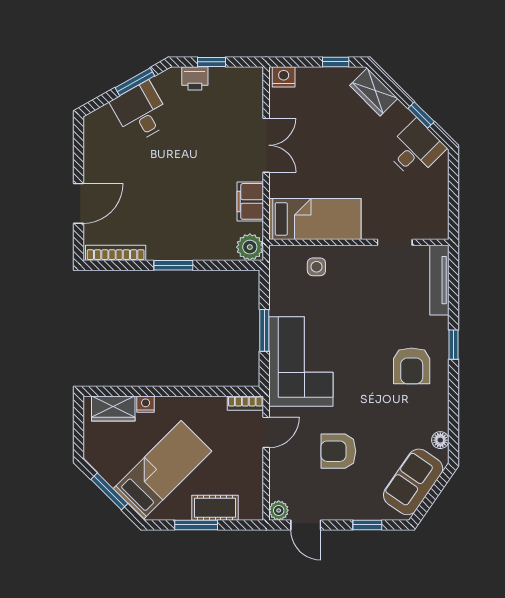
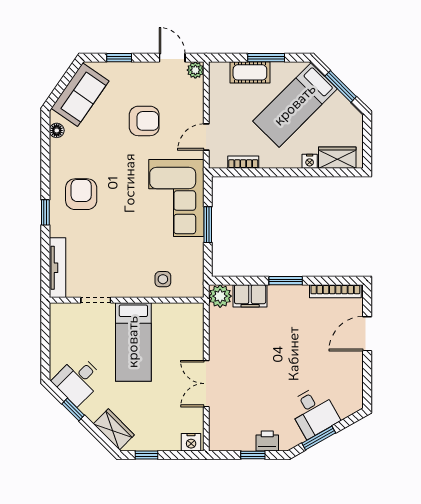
filing cabinet: (250, 201) -> (250, 296), moved, turned 90
bed: (315, 219) -> (133, 342), moved, turned -90
bookcase: (245, 403) -> (243, 162), moved

